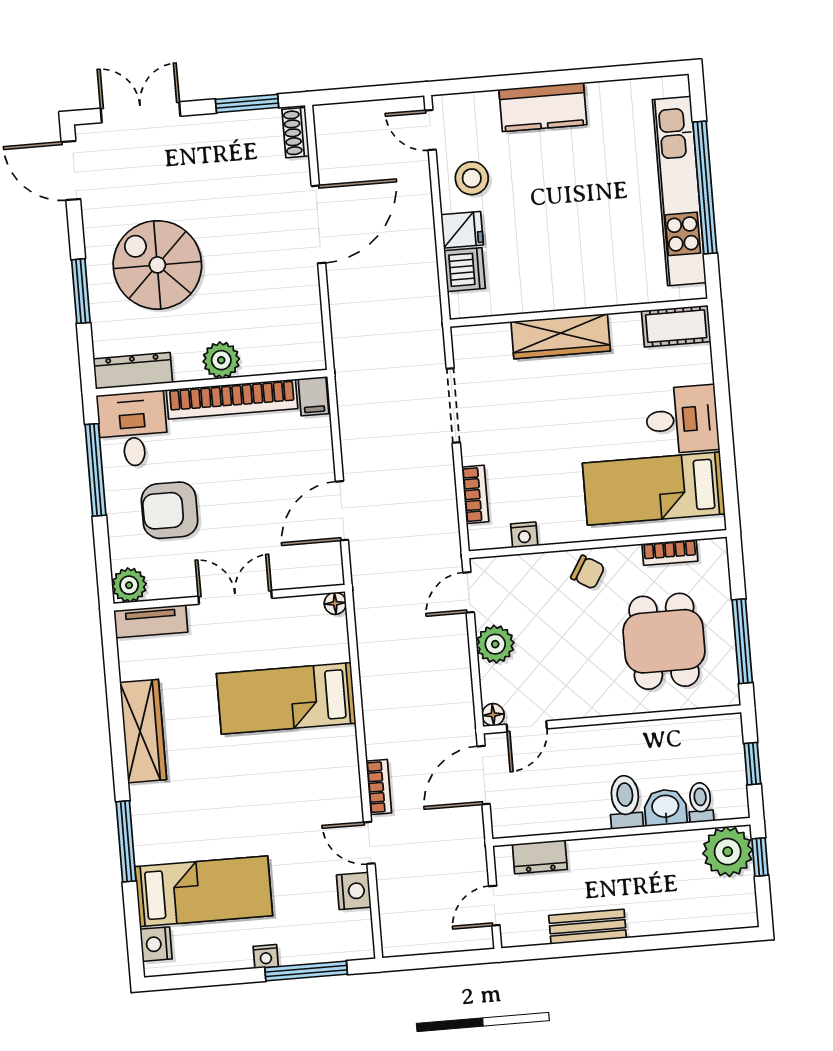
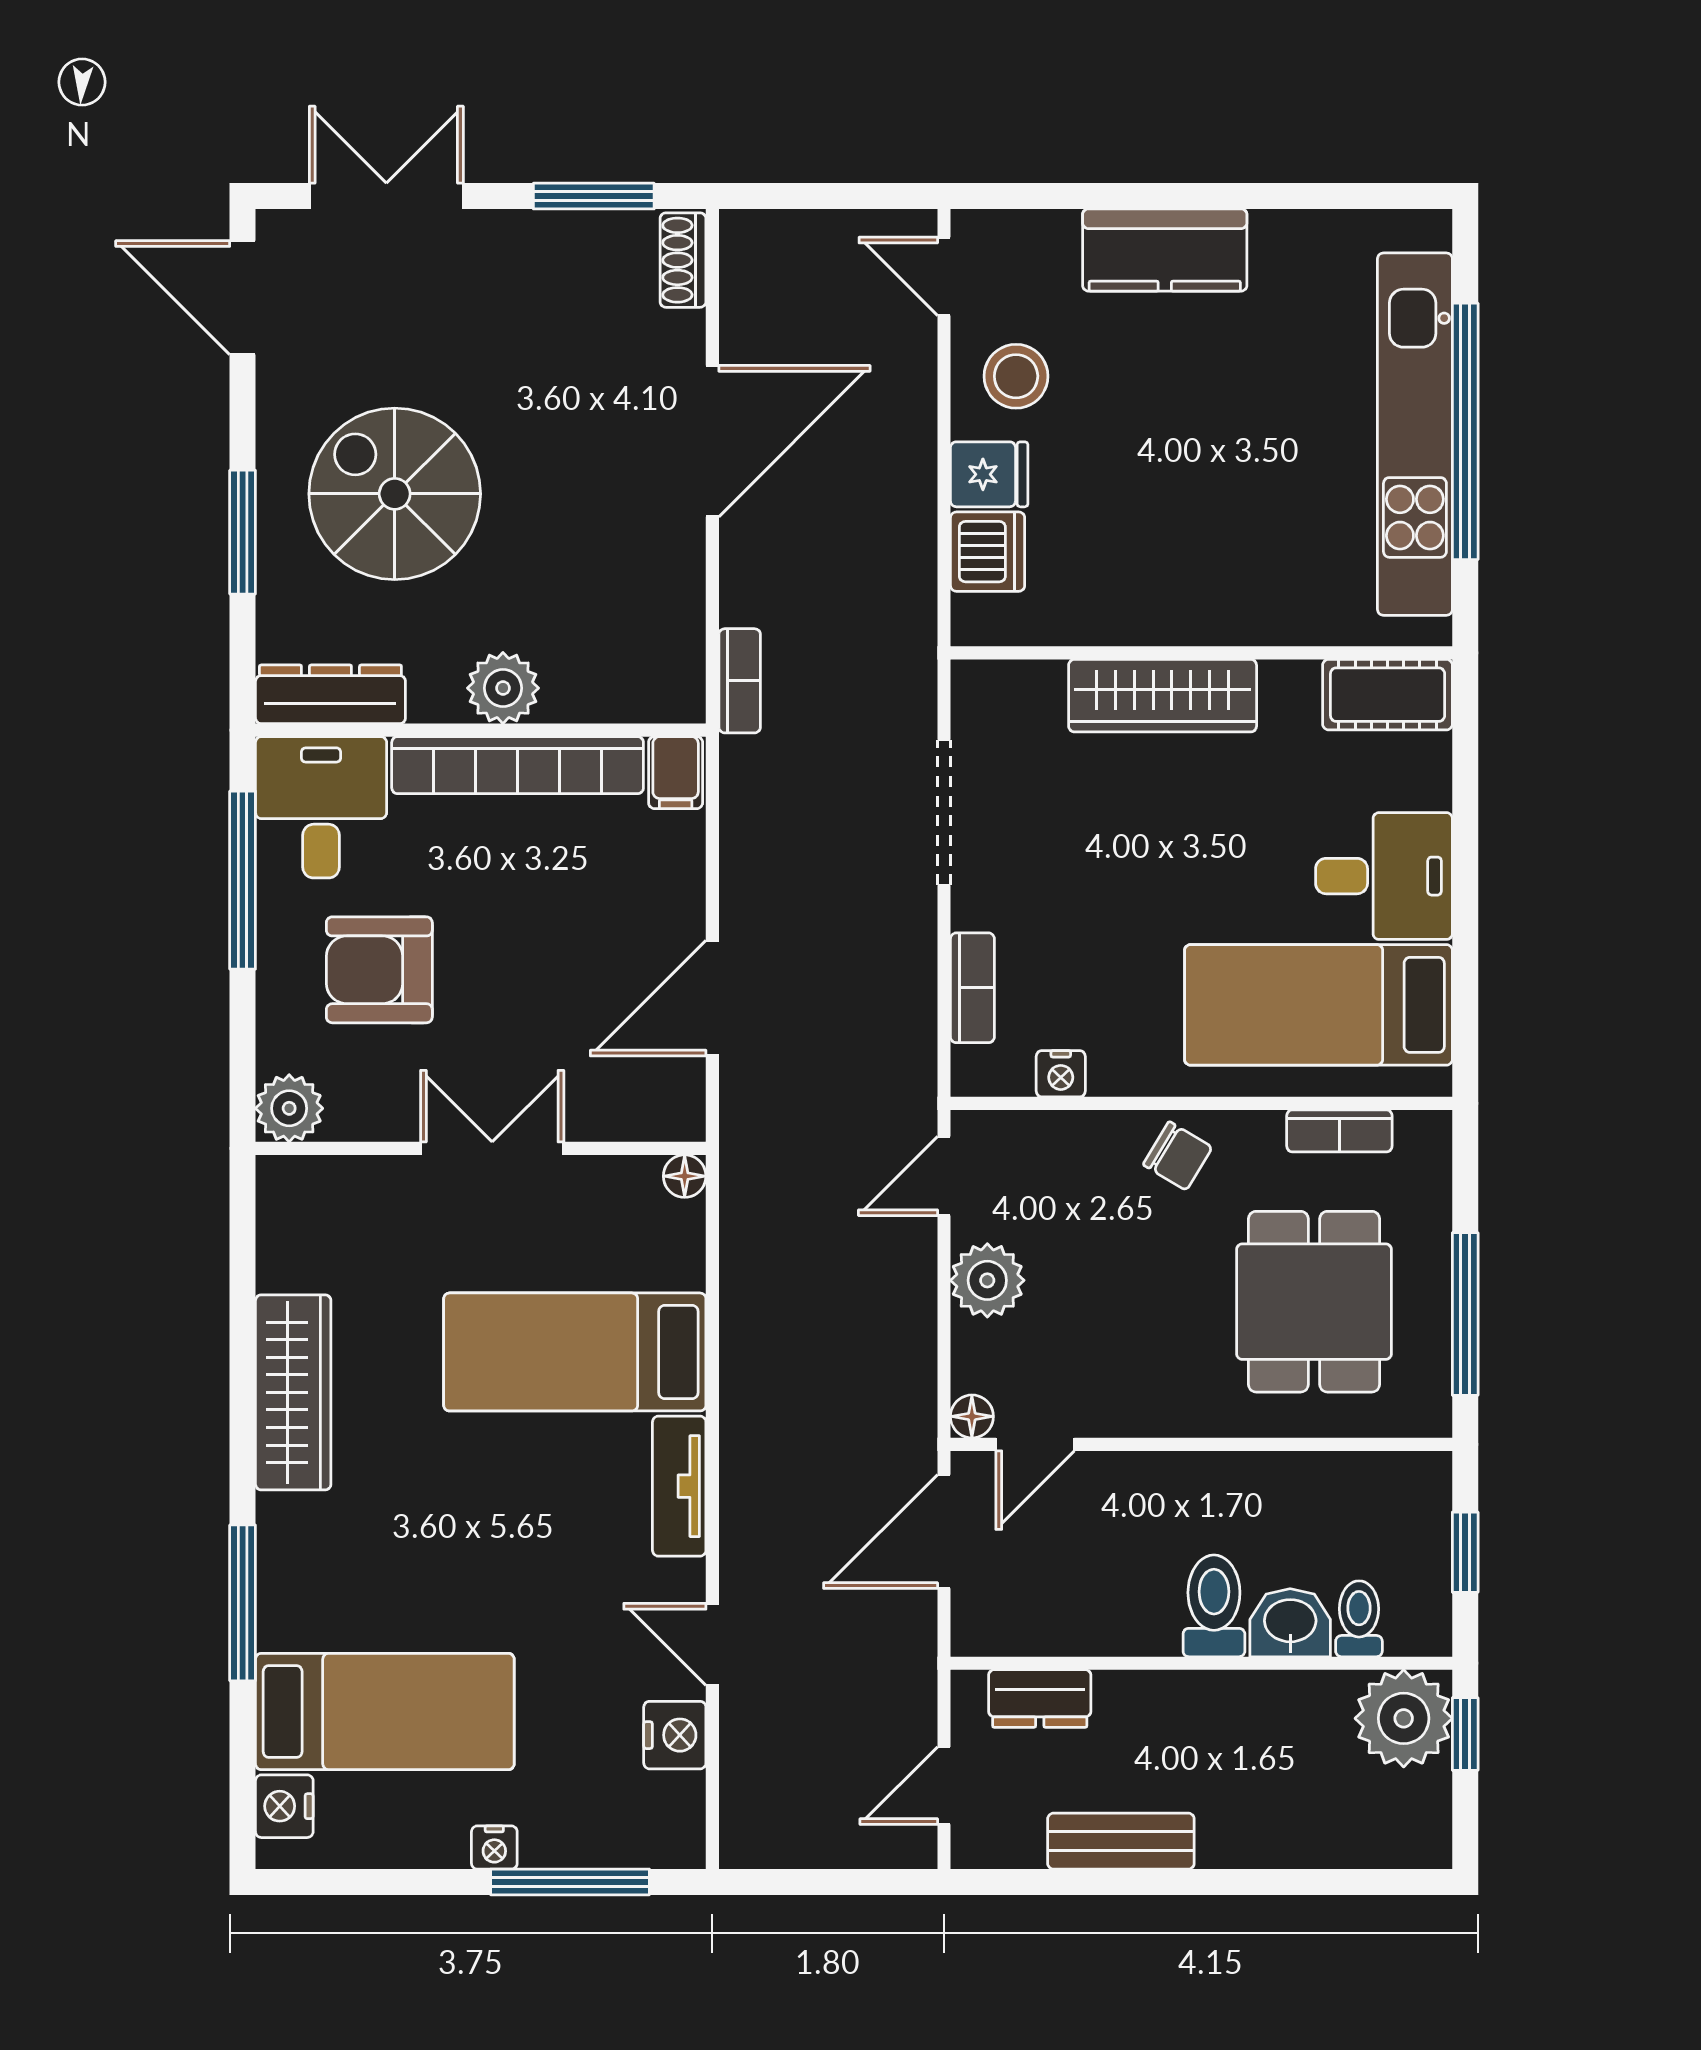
tv unit: (151, 621) -> (679, 1486), moved, turned 90
bookcase: (379, 787) -> (740, 681), moved

